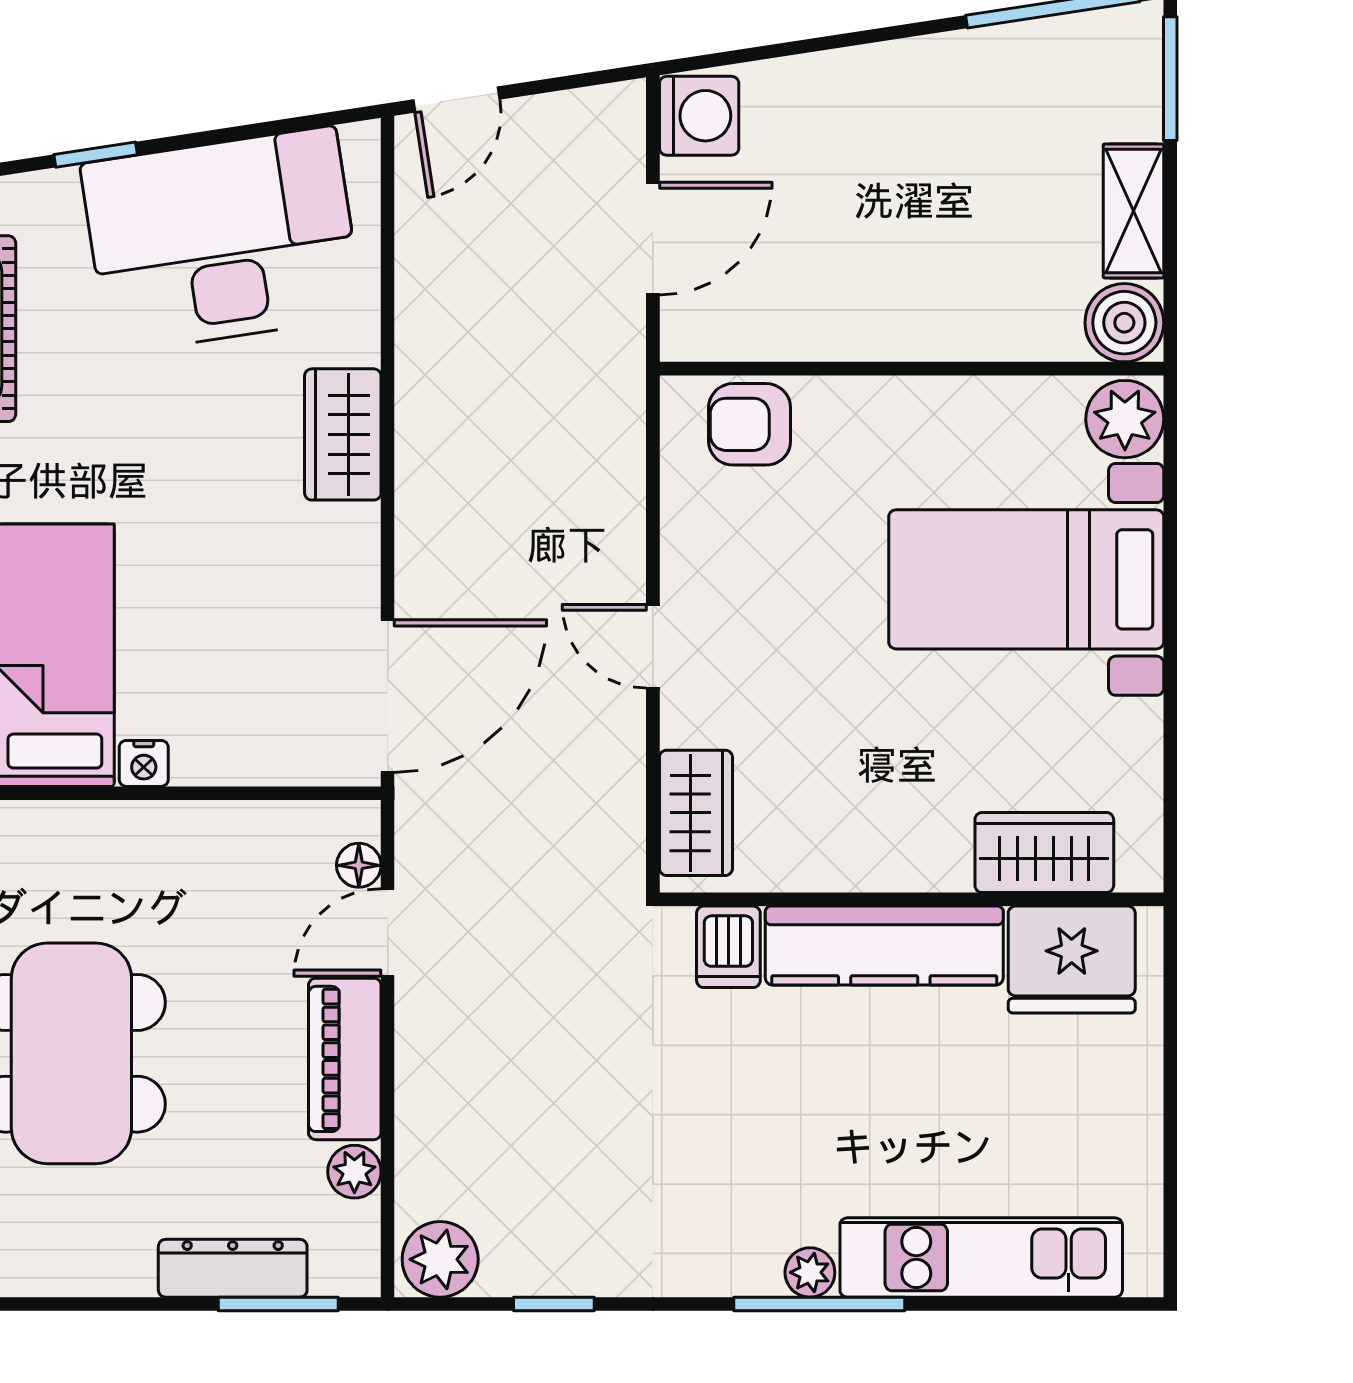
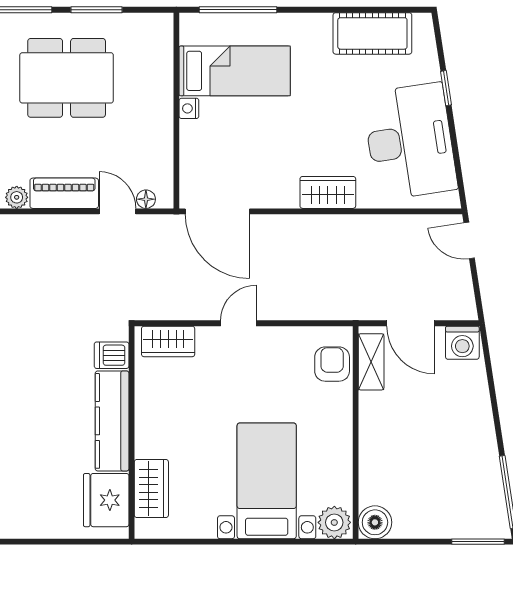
shelving: (1133, 211) -> (371, 362), moved, turned 90

